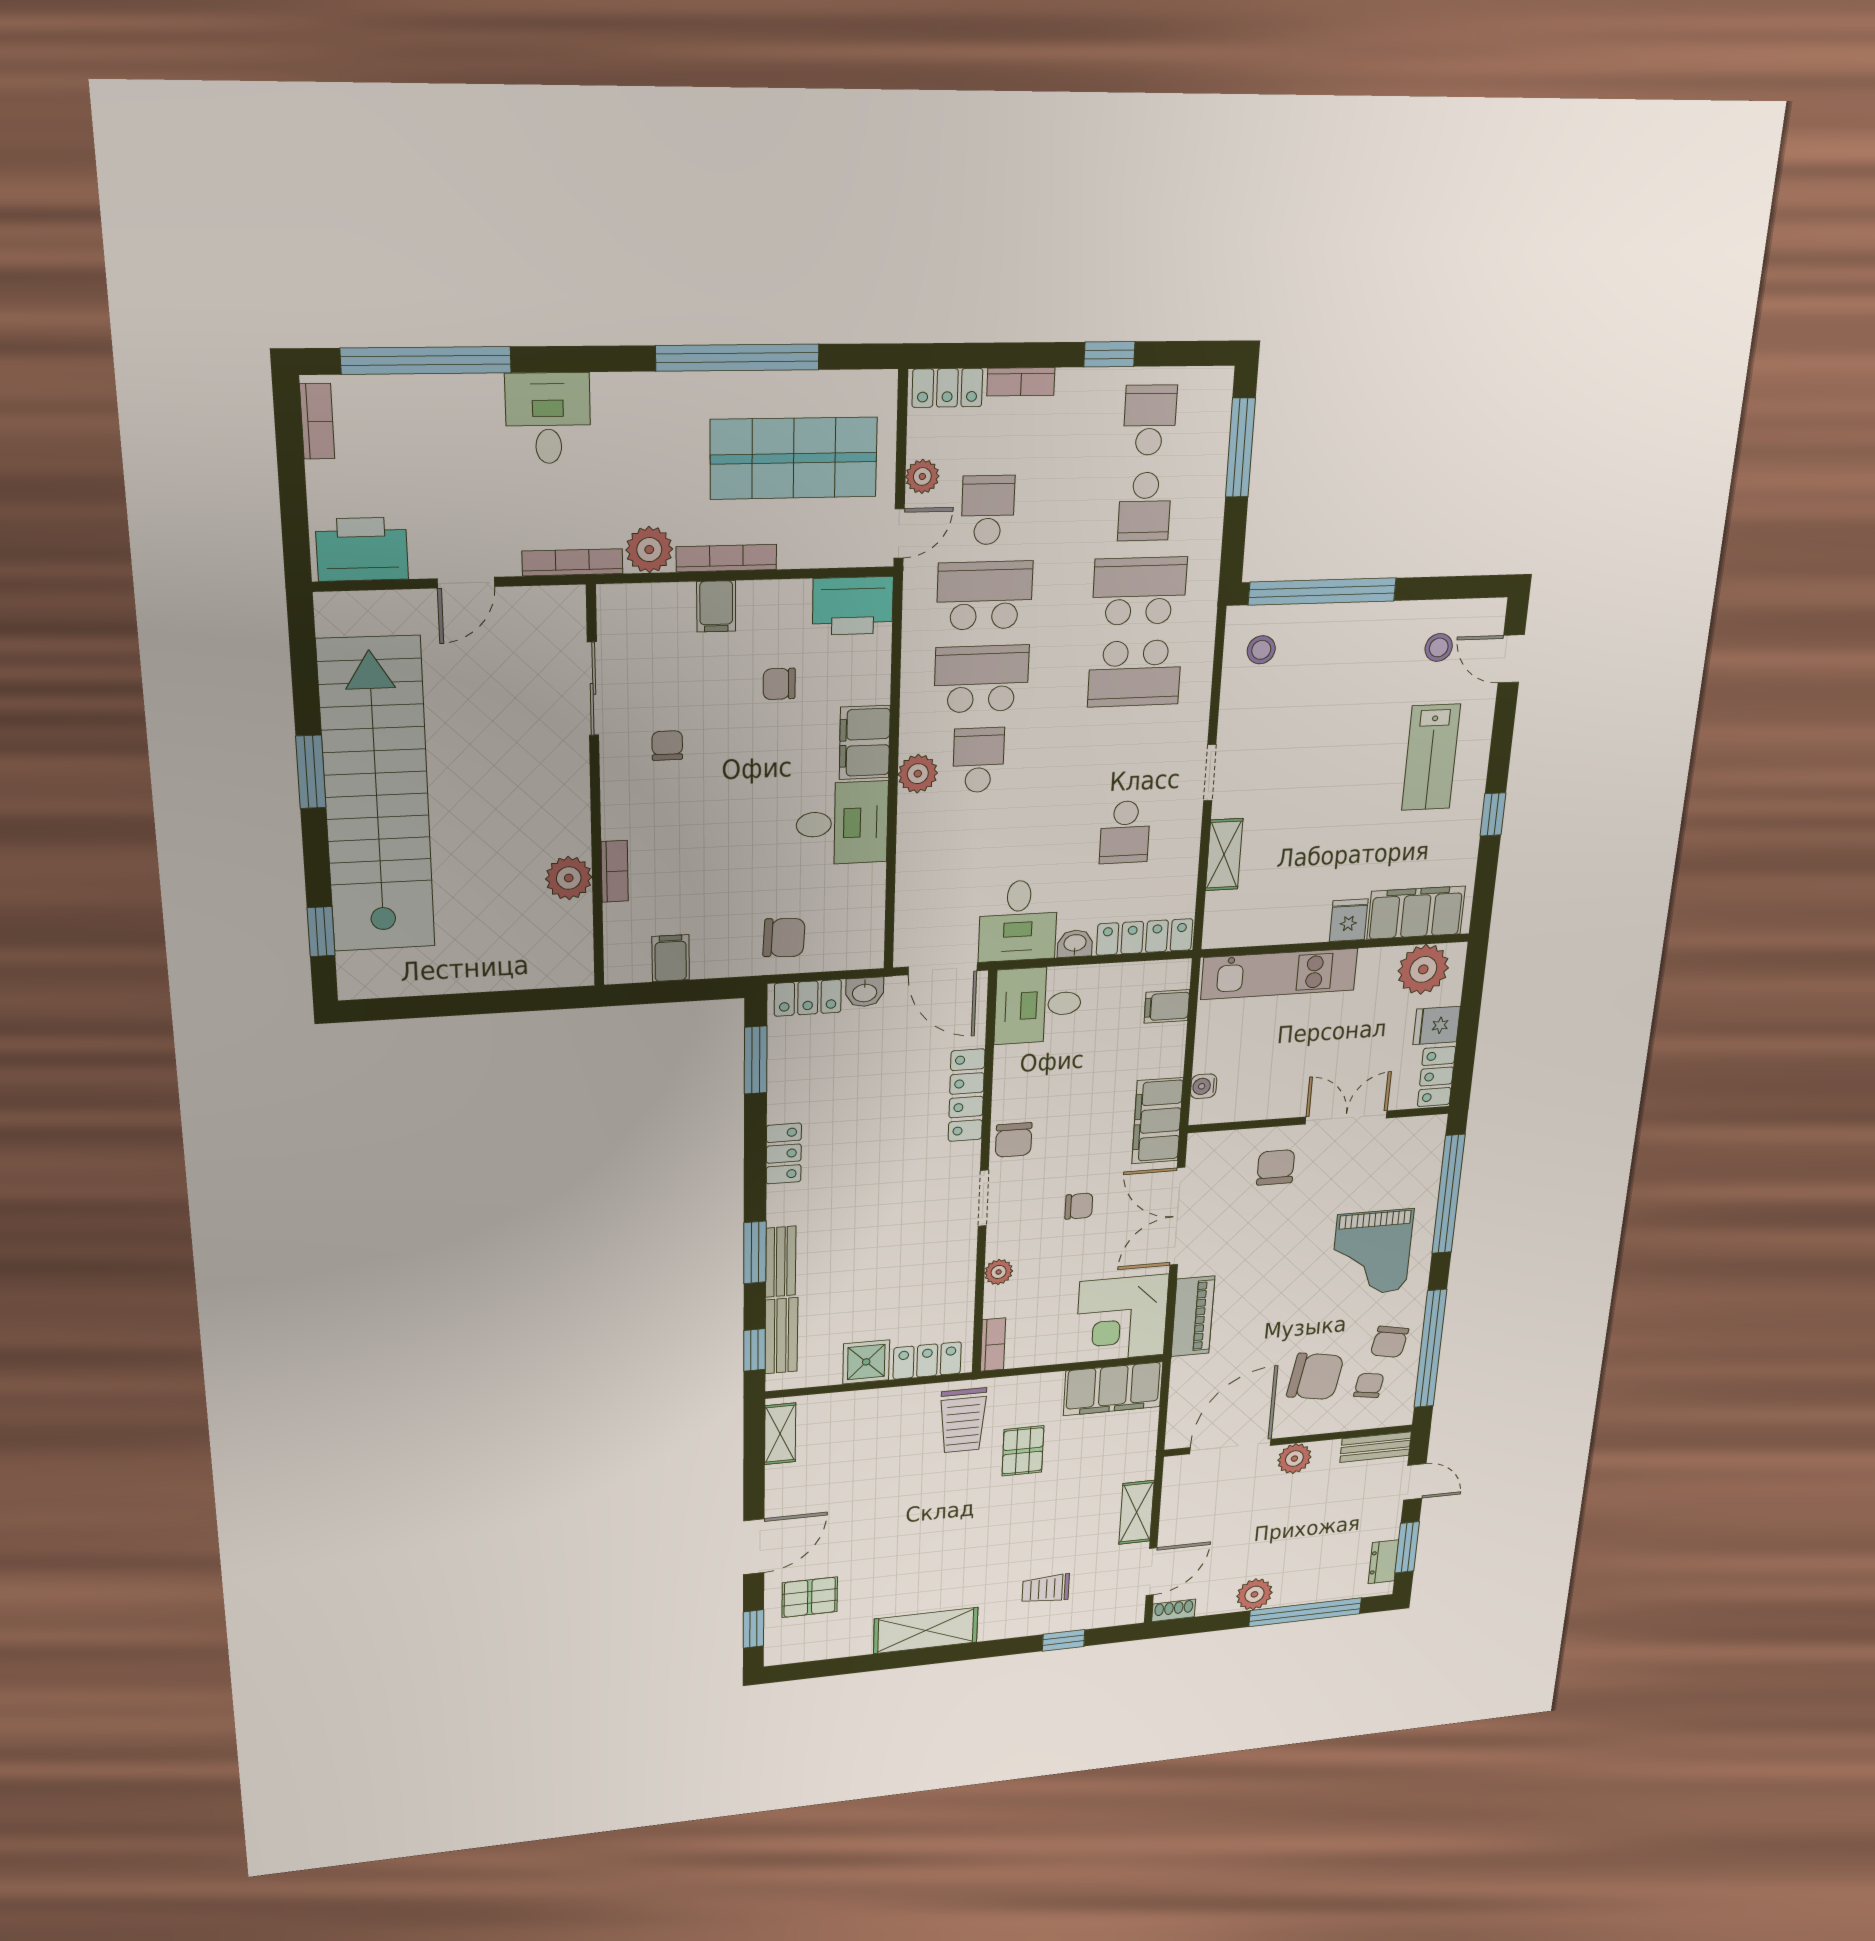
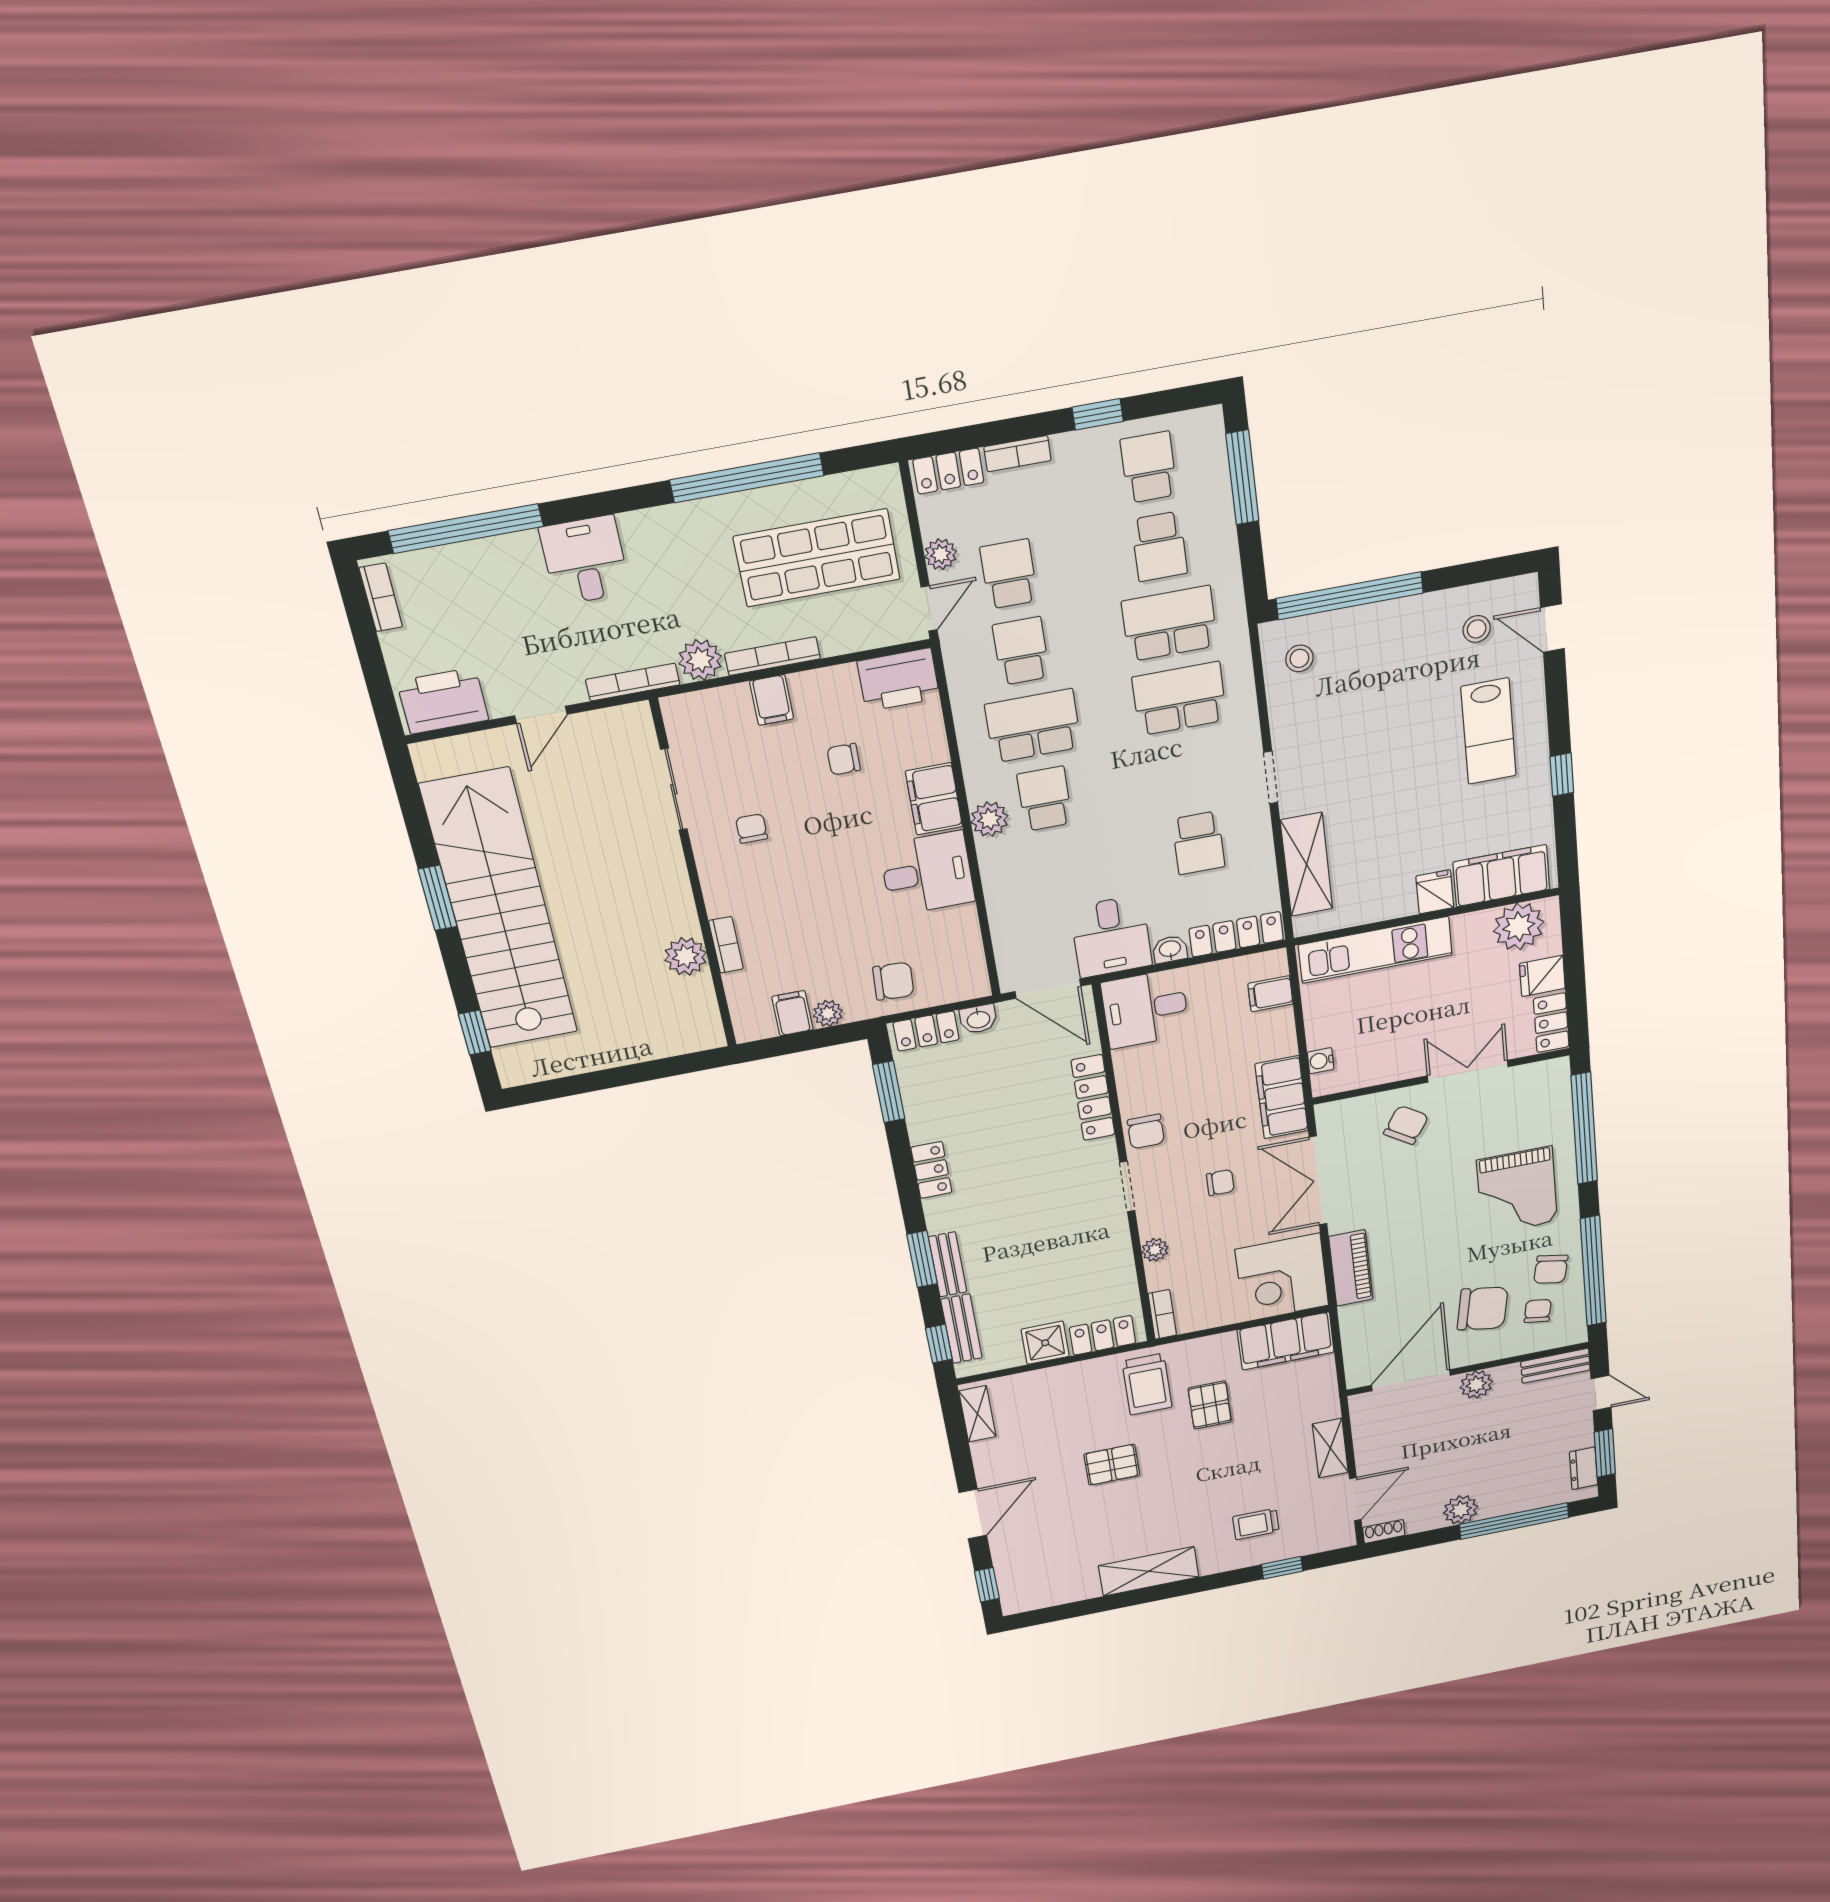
school desk: (985, 596) -> (1021, 651), width x0.54
school desk: (1135, 673) -> (1179, 699), turned 180
shelving: (1224, 855) -> (1307, 864), width x1.50, depth x1.33
plant: (708, 964) -> (828, 1013), added
chair: (1276, 1167) -> (1406, 1125), turned 33
pallet: (810, 1597) -> (1112, 1465), moved

